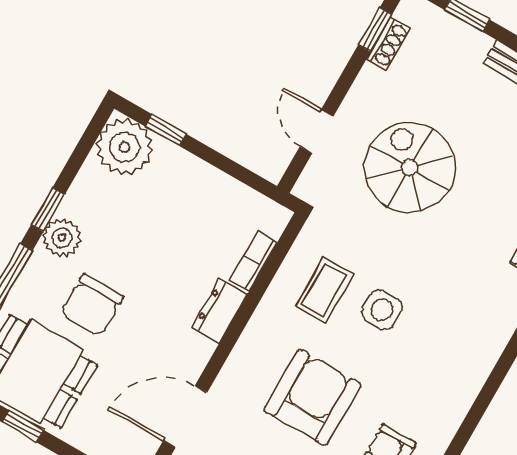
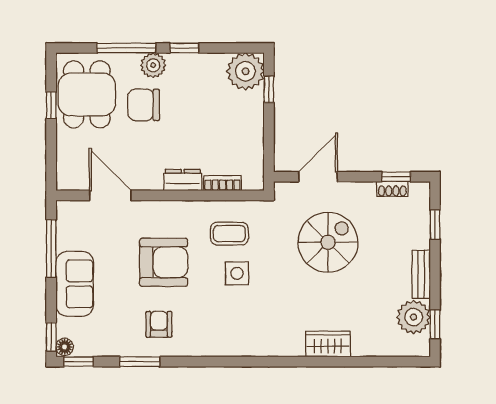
door: (317, 131) -> (318, 177), width x1.37
plant: (62, 238) -> (153, 65), moved

